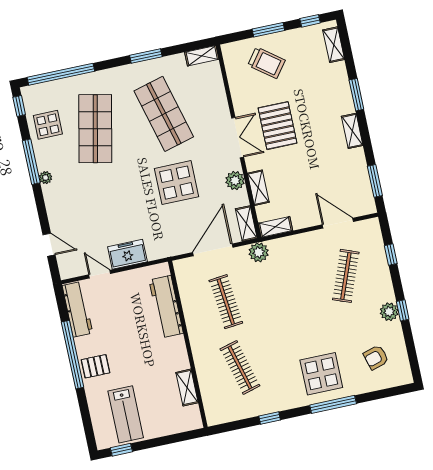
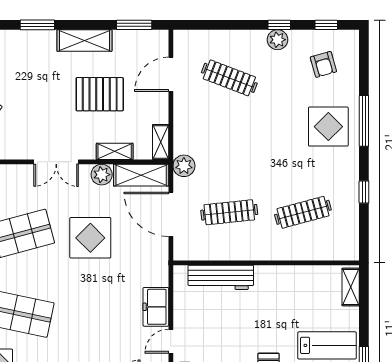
pallet: (277, 126) -> (100, 94), moved
shelving: (352, 131) -> (84, 40), width x1.50, depth x1.33
double door: (238, 138) -> (56, 162), swing flipped
shelving: (246, 224) -> (141, 175), width x1.50, depth x1.33
window: (391, 255) -> (326, 25), moved
shelving: (187, 388) -> (351, 287), moved, turned 90

